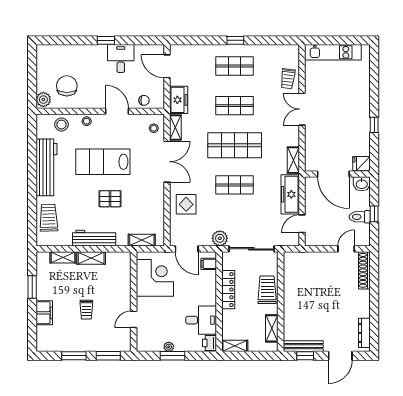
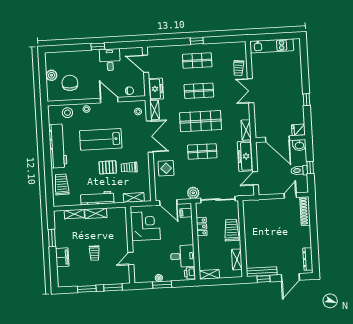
plant: (43, 100) -> (51, 75), moved
trolley: (138, 200) -> (129, 167), added
locker: (228, 290) -> (202, 227), width x0.66

